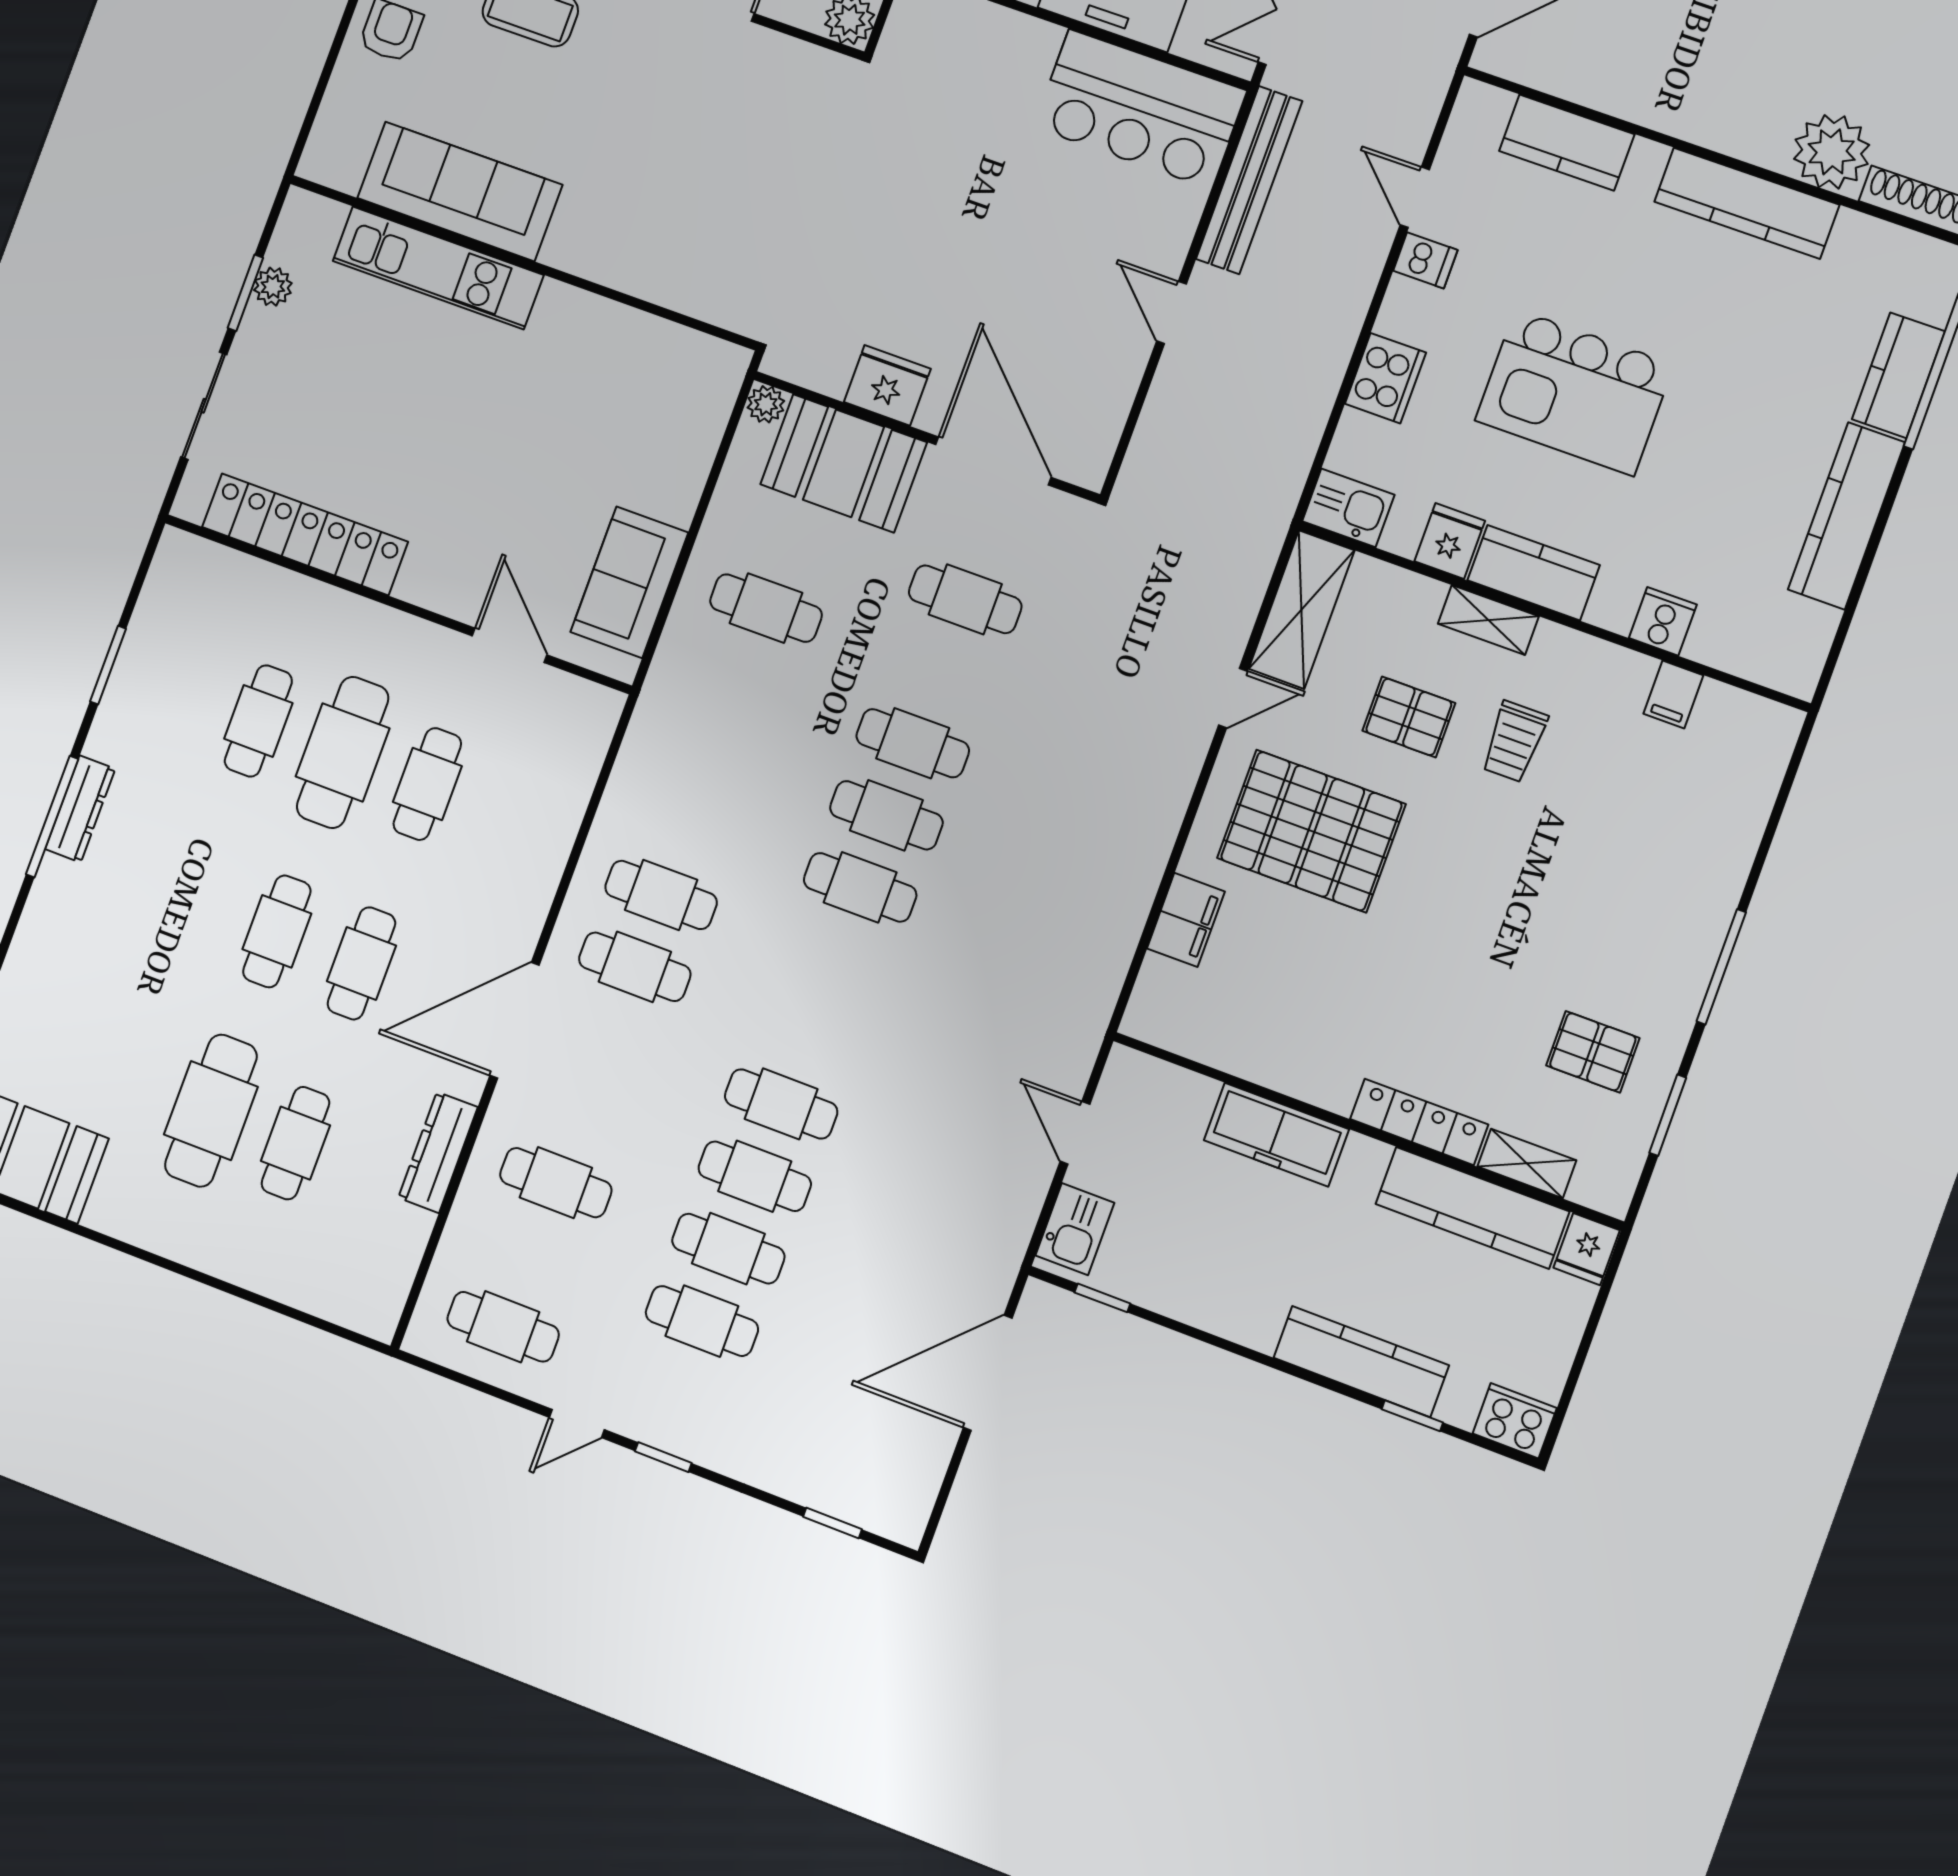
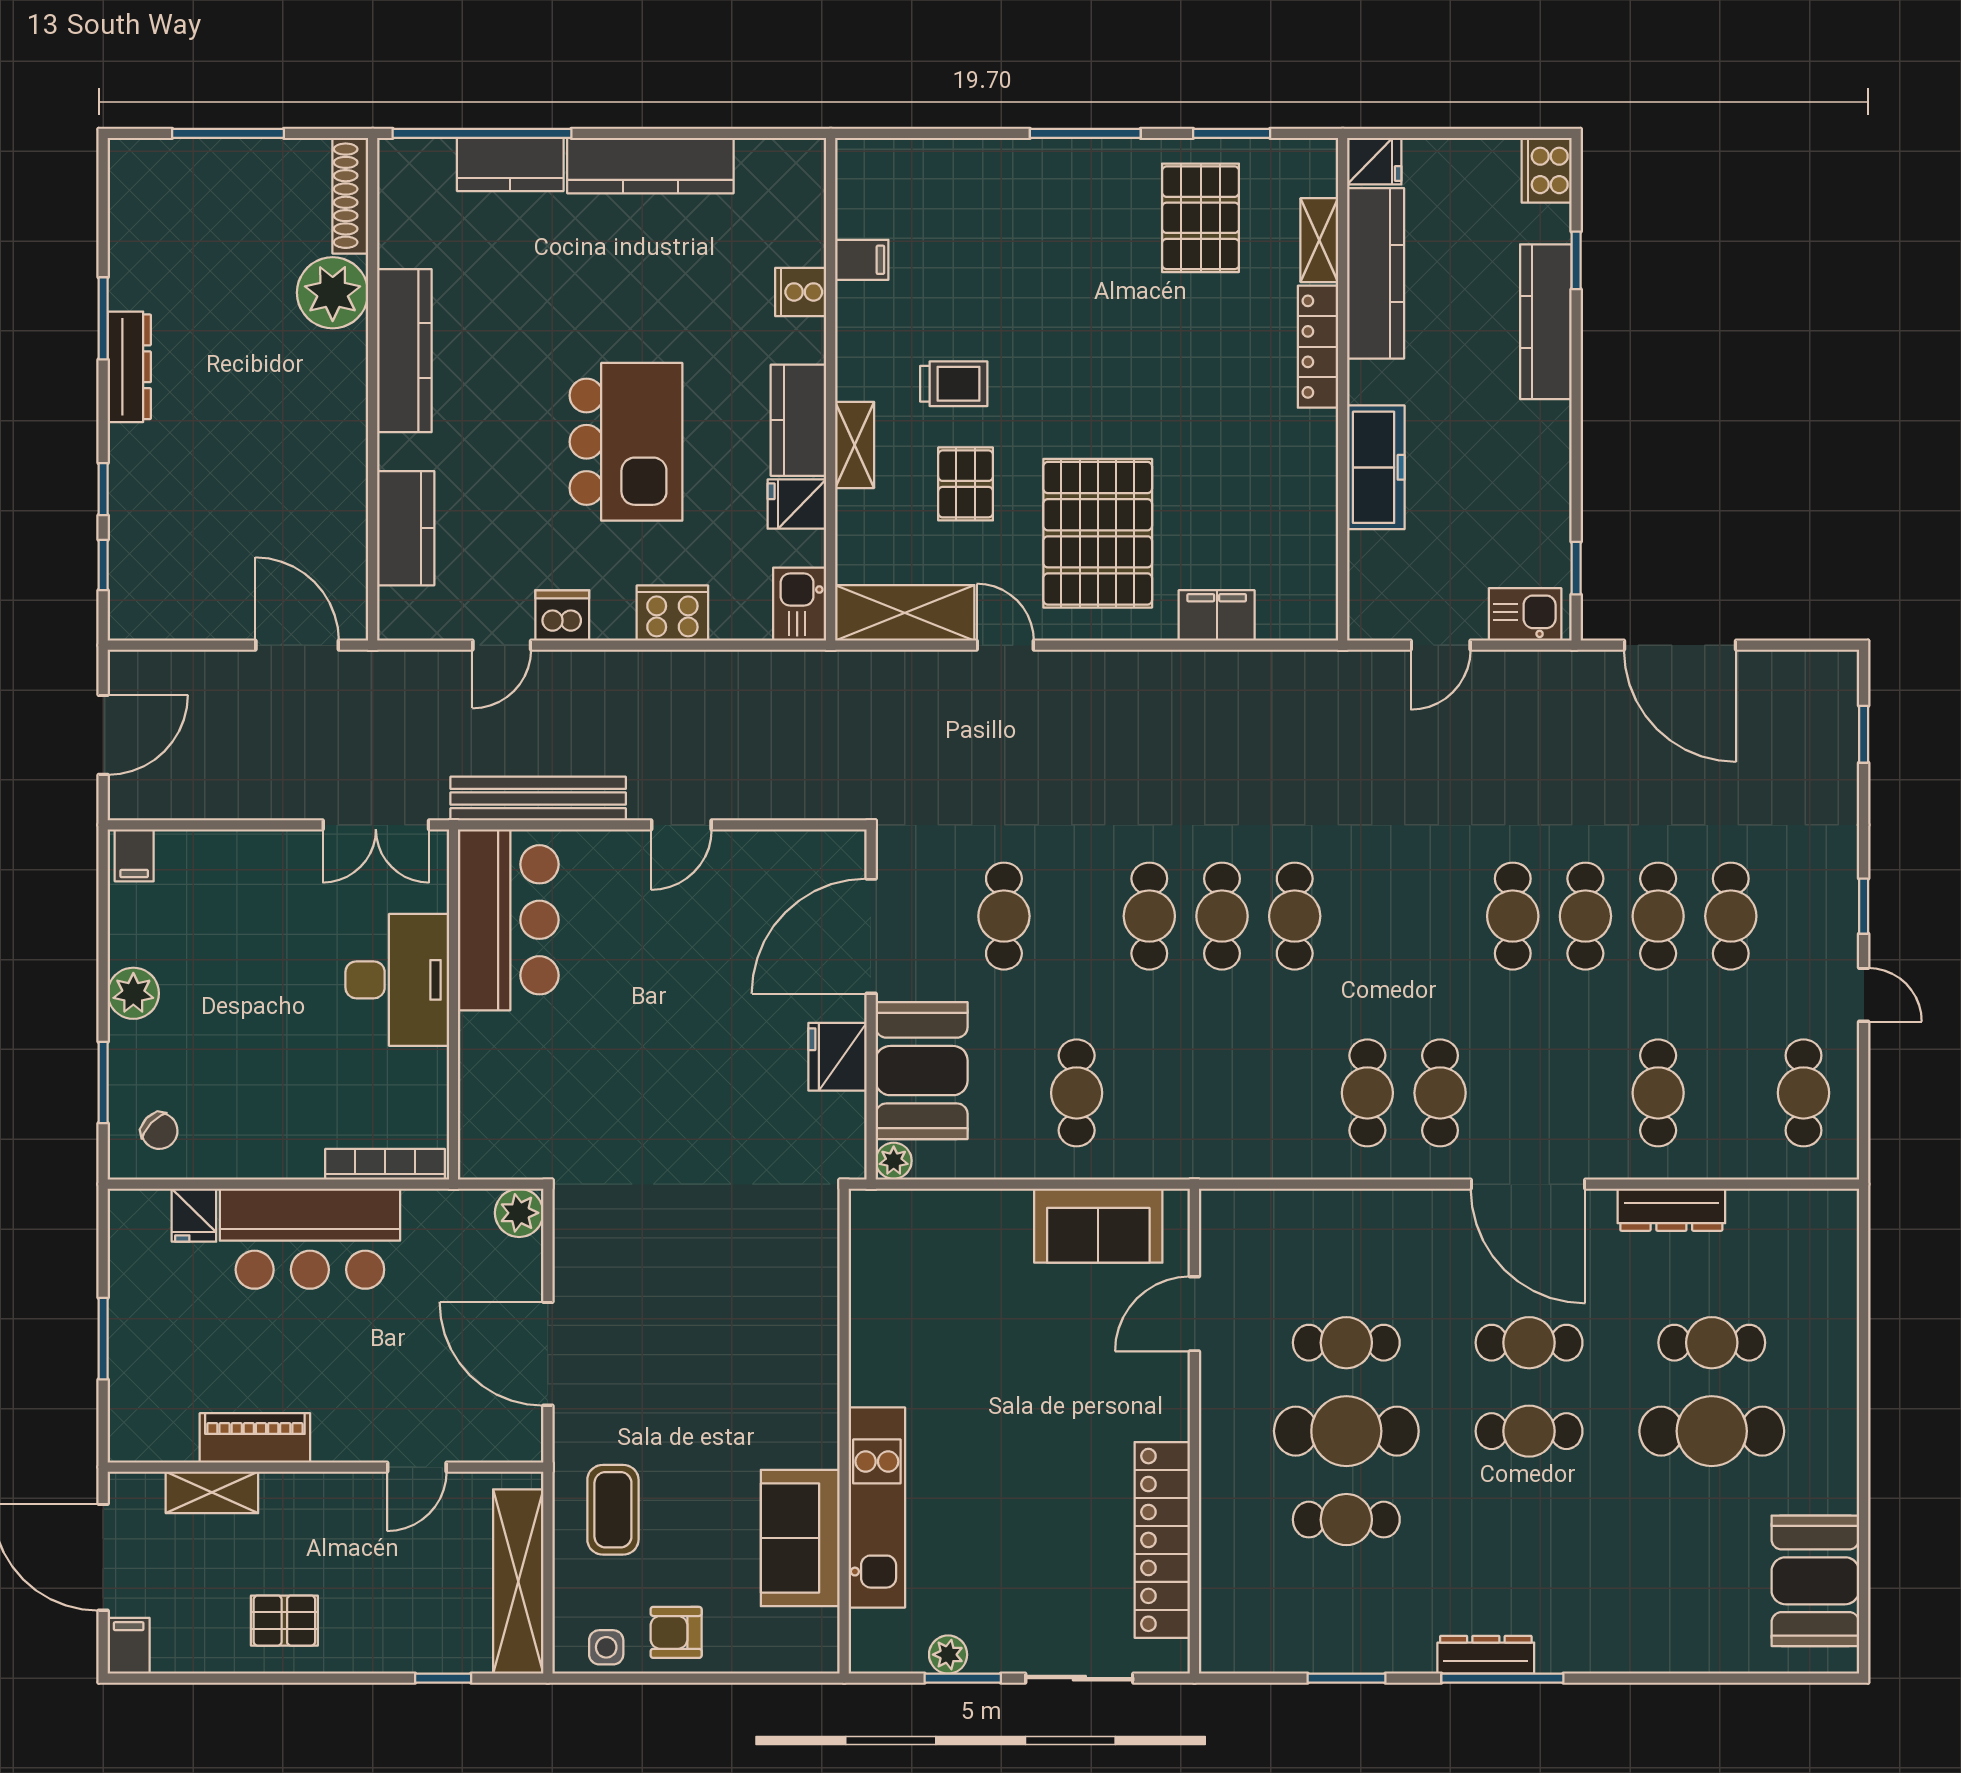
sofa: (460, 191) -> (800, 1538), width x0.73
dishwasher: (1425, 260) -> (562, 616), width x1.38
pallet: (1593, 1052) -> (1201, 218), width x1.50, depth x1.42

